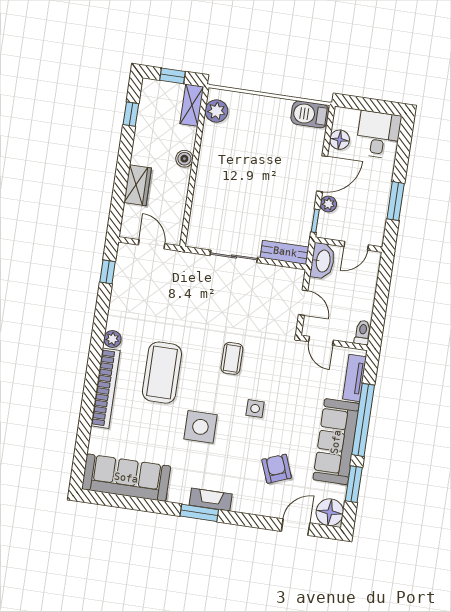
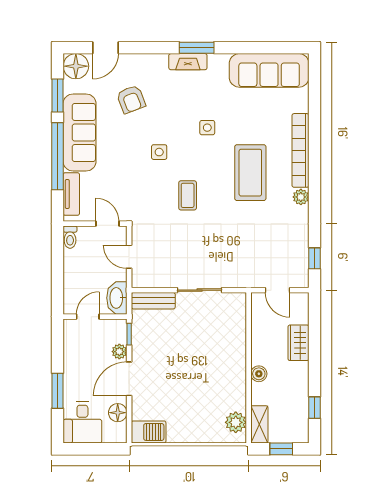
window: (396, 201) -> (57, 391), moved
side table: (200, 427) -> (207, 128), width x0.54, depth x0.54

